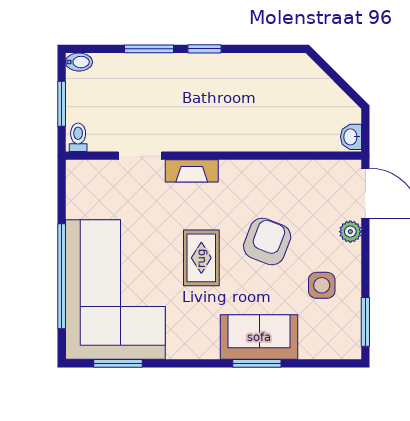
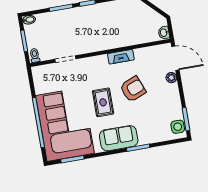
fireplace: (192, 171) -> (121, 57), moved
armchair: (267, 241) -> (133, 89), turned 47
side table: (322, 285) -> (178, 127), moved
sofa: (259, 337) -> (119, 138), moved

